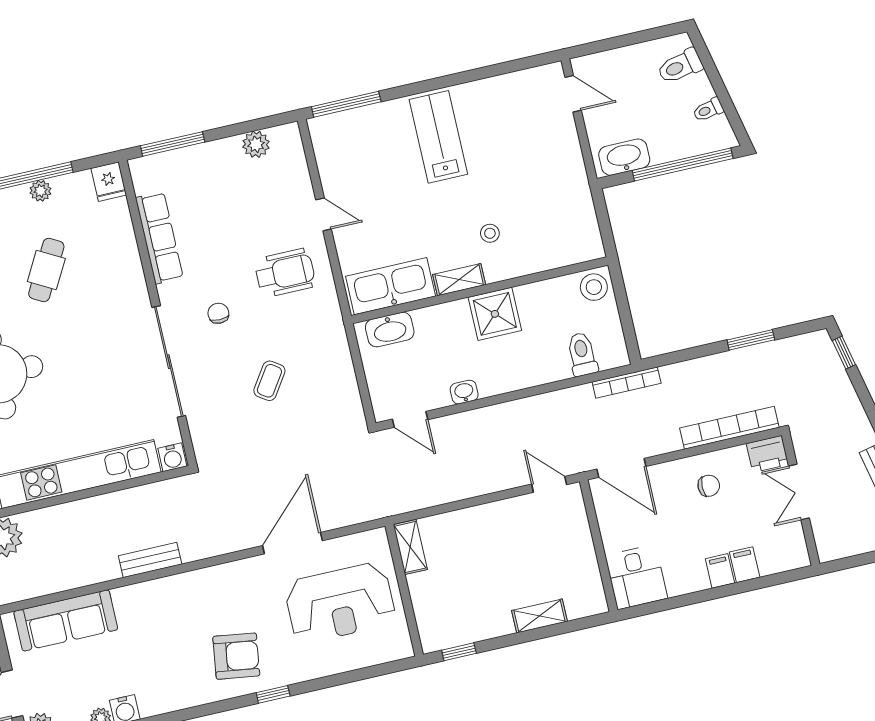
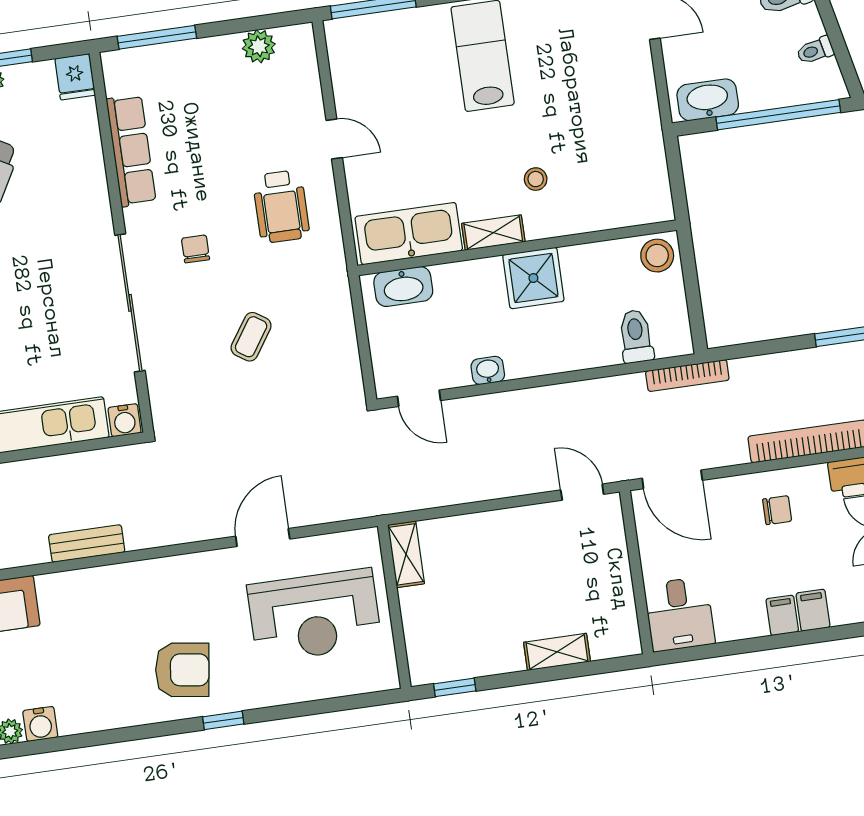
wheelchair: (285, 273) -> (281, 207), turned 90
door: (293, 543) -> (263, 538), width x0.73

